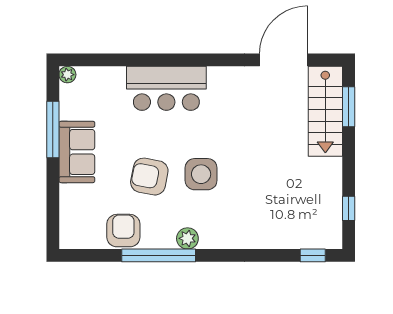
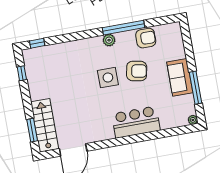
armchair: (123, 231) -> (146, 38), turned -90

